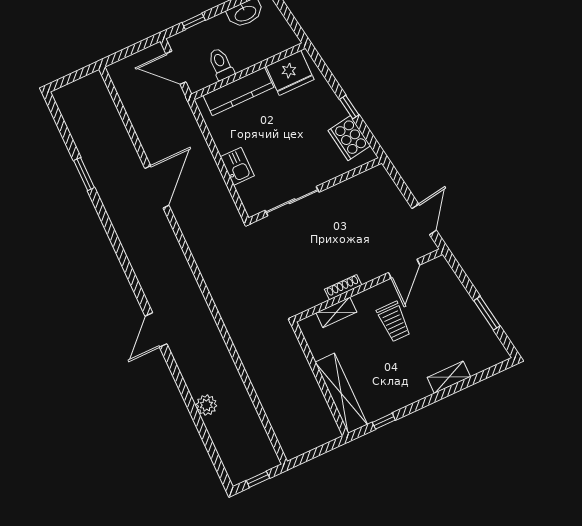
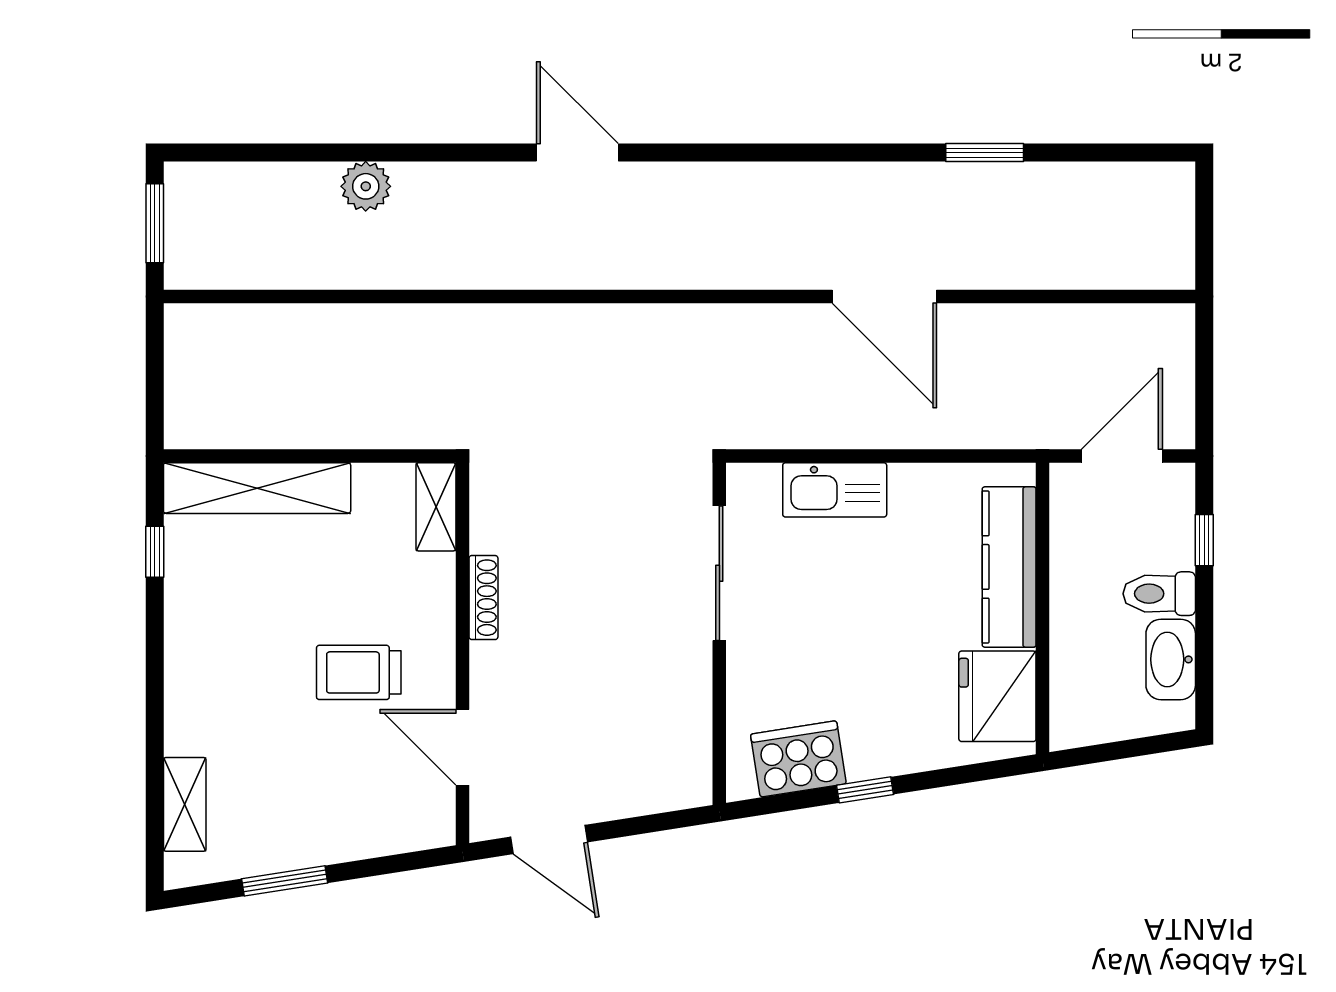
toilet: (221, 64) -> (1159, 594), moved, turned 180
kitchen sink: (237, 166) -> (835, 490), width x1.38
shelving: (336, 312) -> (436, 507), moved
shelving: (449, 377) -> (185, 804), moved
window: (258, 479) -> (155, 223), width x1.50

